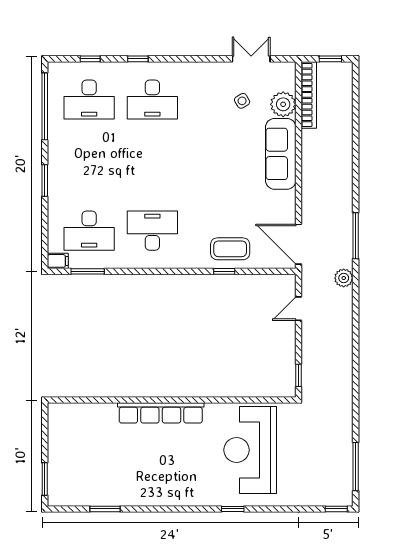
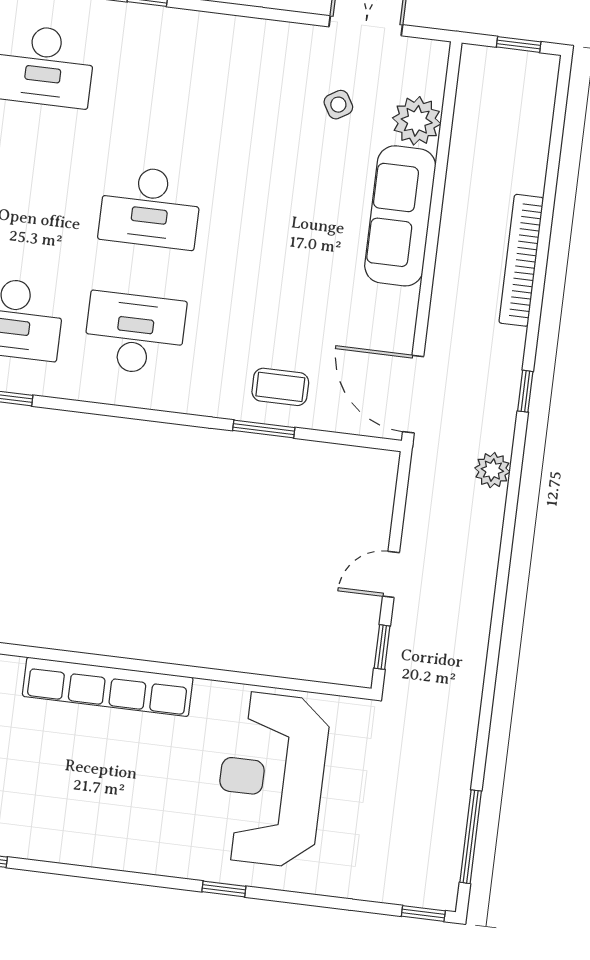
bookcase: (309, 95) -> (521, 260), moved, turned 180
desk: (152, 100) -> (150, 207), moved
window: (356, 236) -> (525, 391), width x0.46
coffee table: (230, 249) -> (280, 387), width x0.73, depth x0.77
window: (224, 271) -> (264, 429), width x1.50
door: (298, 309) -> (391, 574), moved

